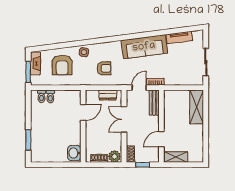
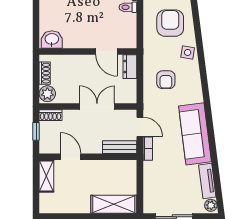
plant: (197, 35) -> (211, 205), added
armchair: (62, 65) -> (170, 23), turned 90
dresser: (108, 95) -> (130, 67), moved

